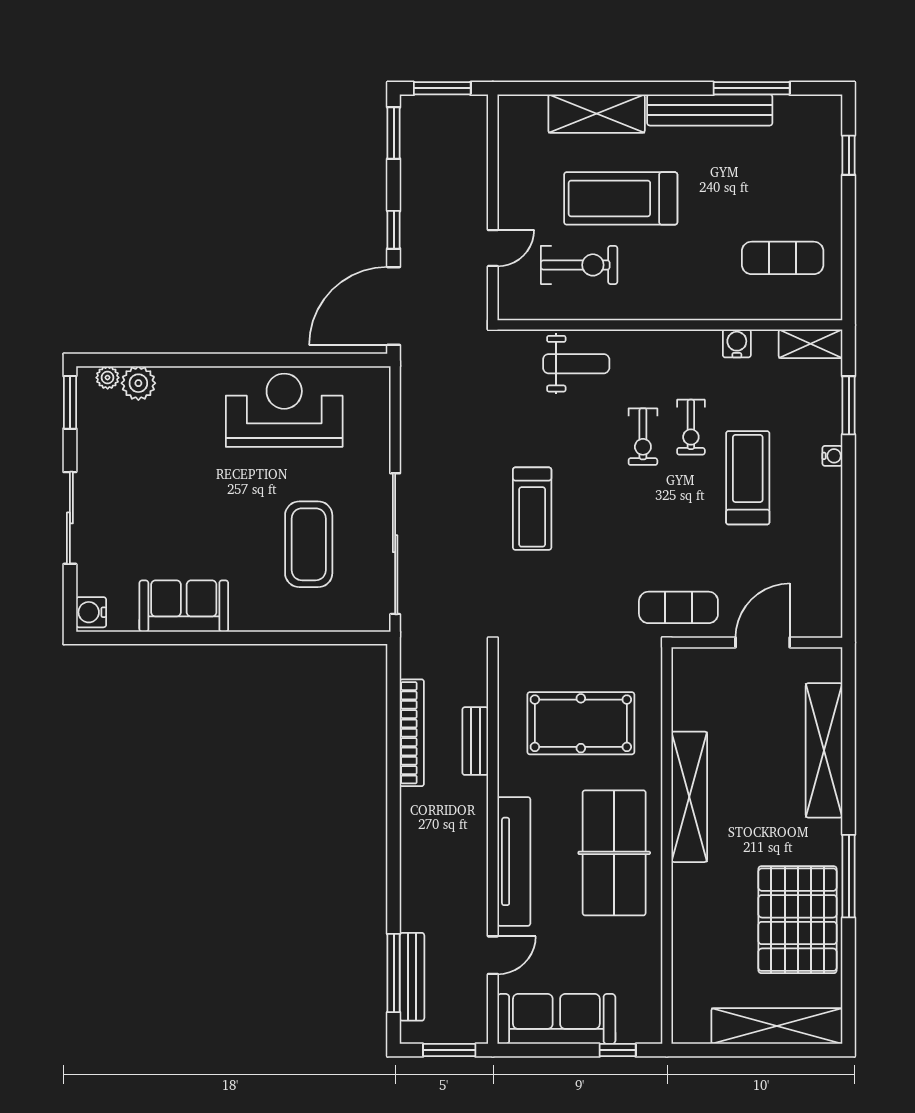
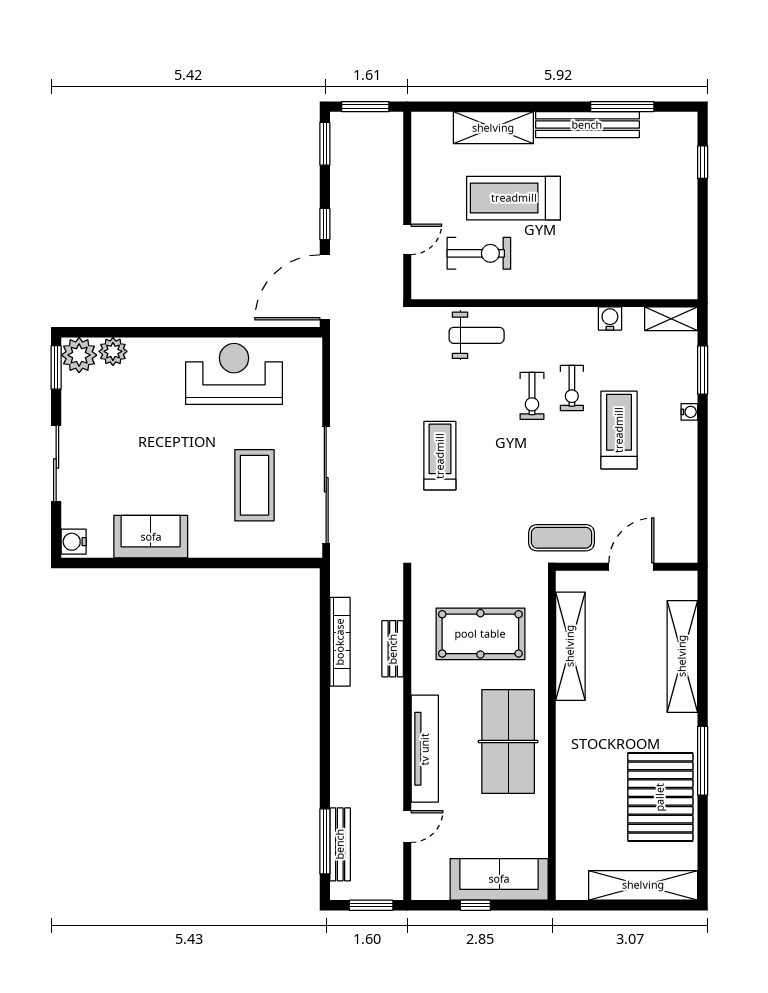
exercise mat: (783, 258) -> (648, 247), removed
plant: (108, 378) -> (79, 355), width x1.88, depth x1.88
treadmill: (532, 509) -> (440, 456), turned 180
shelving: (689, 797) -> (570, 646), moved
sofa: (556, 1019) -> (499, 879), moved
window: (618, 1050) -> (475, 905), moved

